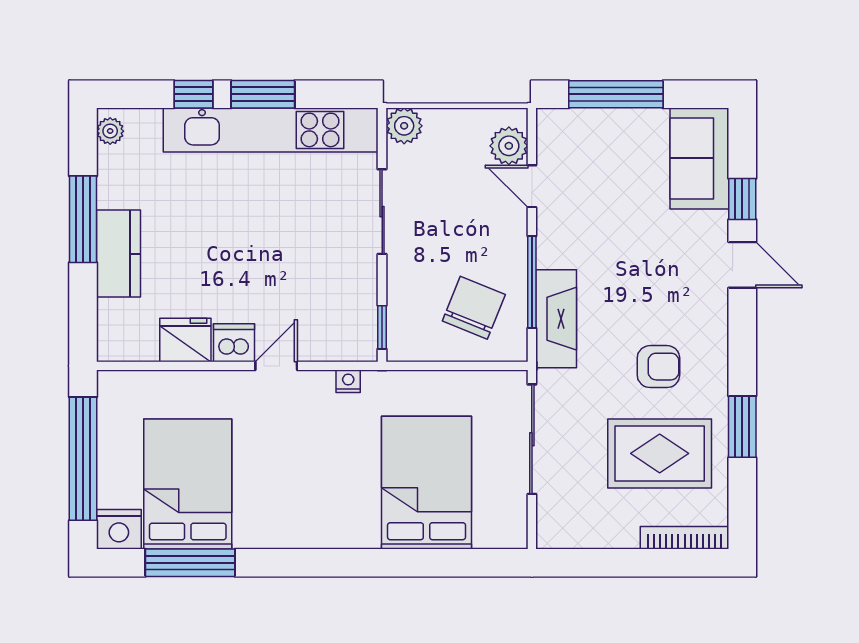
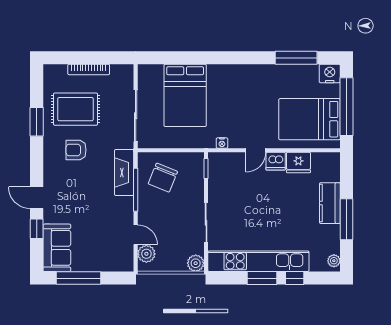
window: (616, 94) -> (78, 278), moved
bed: (188, 484) -> (310, 119), moved, turned 90
bookcase: (685, 538) -> (89, 69), moved

